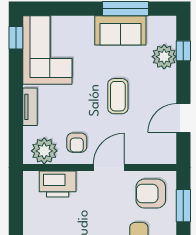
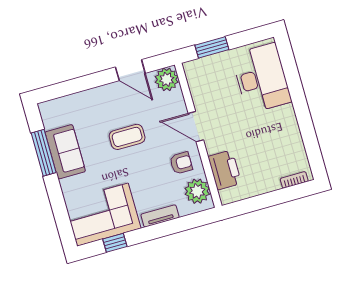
window: (16, 38) -> (115, 243), moved
window: (183, 51) -> (68, 88), removed
plant: (164, 57) -> (167, 79), moved
armchair: (151, 194) -> (209, 81), removed

